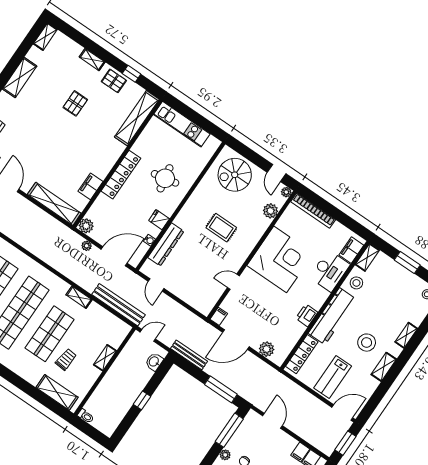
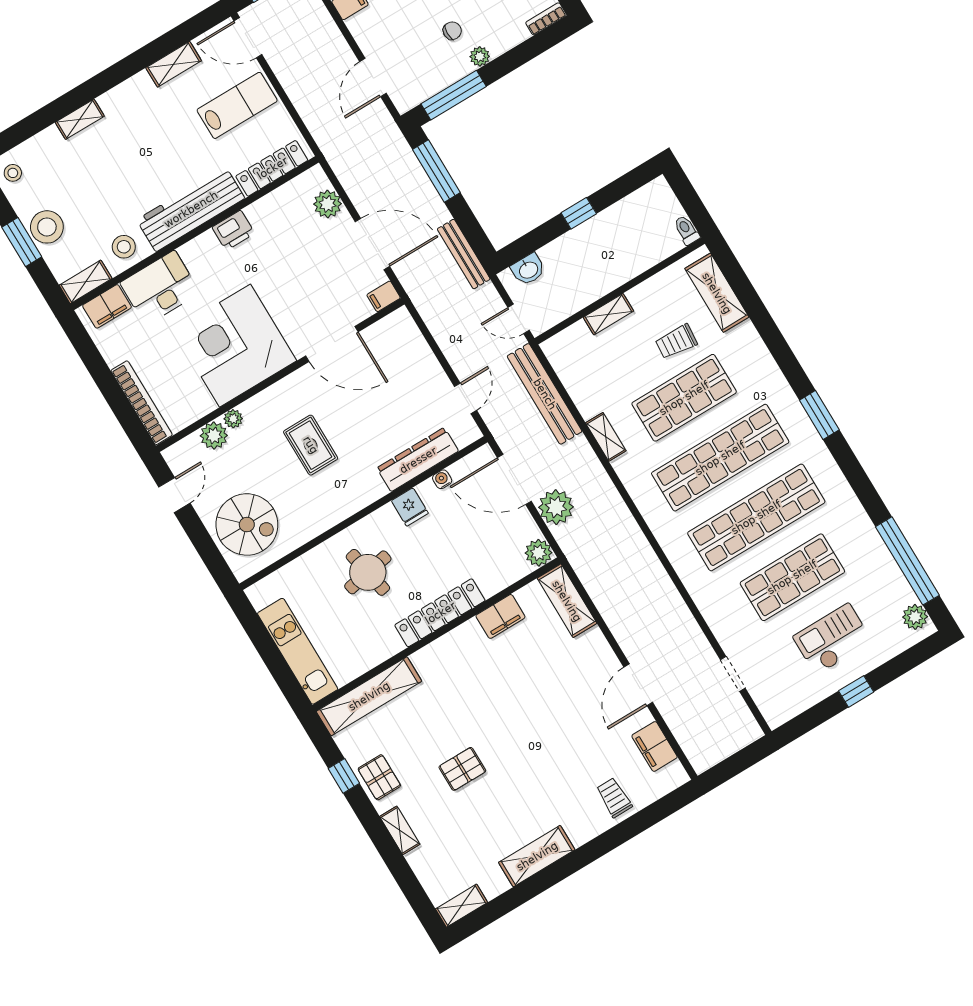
plant: (286, 192) -> (233, 419), moved
shelving: (54, 204) -> (567, 601), width x0.68
plant: (87, 246) -> (556, 507), width x1.87, depth x1.87
door: (233, 282) -> (332, 344), width x1.87
stool: (367, 343) -> (47, 227), moved
shelving: (384, 367) -> (174, 64), moved

